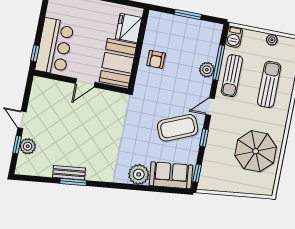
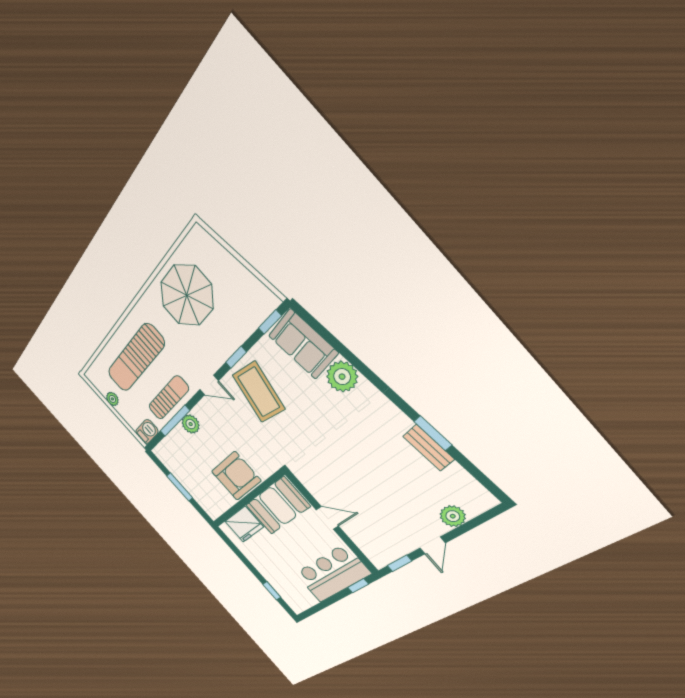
armchair: (156, 59) -> (236, 476), width x1.88, depth x1.88
sun lounger: (269, 84) -> (136, 358), width x1.36, depth x1.34
coffee table: (178, 128) -> (259, 392), turned 34
window: (17, 145) -> (399, 563), moved

